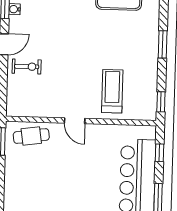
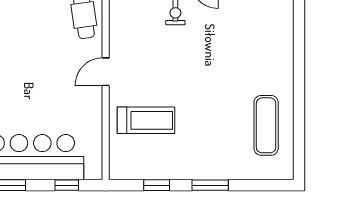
window: (161, 102) -> (157, 185), moved

